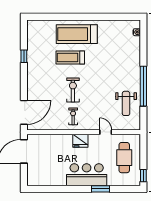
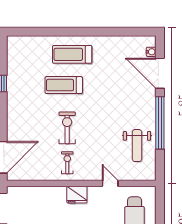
treadmill: (77, 34) -> (72, 54), width x0.73, depth x0.73
door: (143, 48) -> (160, 73), added

